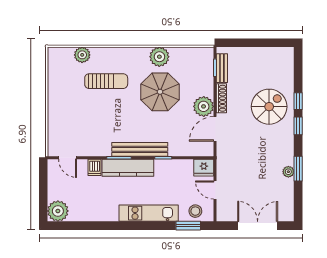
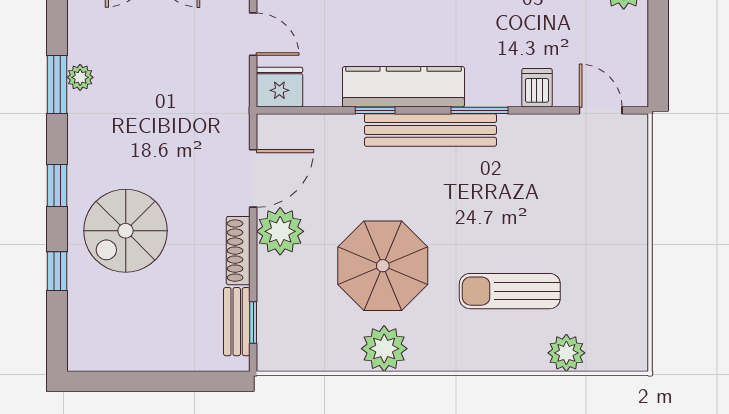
window: (298, 101) -> (57, 271), moved
kitchen counter: (128, 168) -> (403, 87), moved

